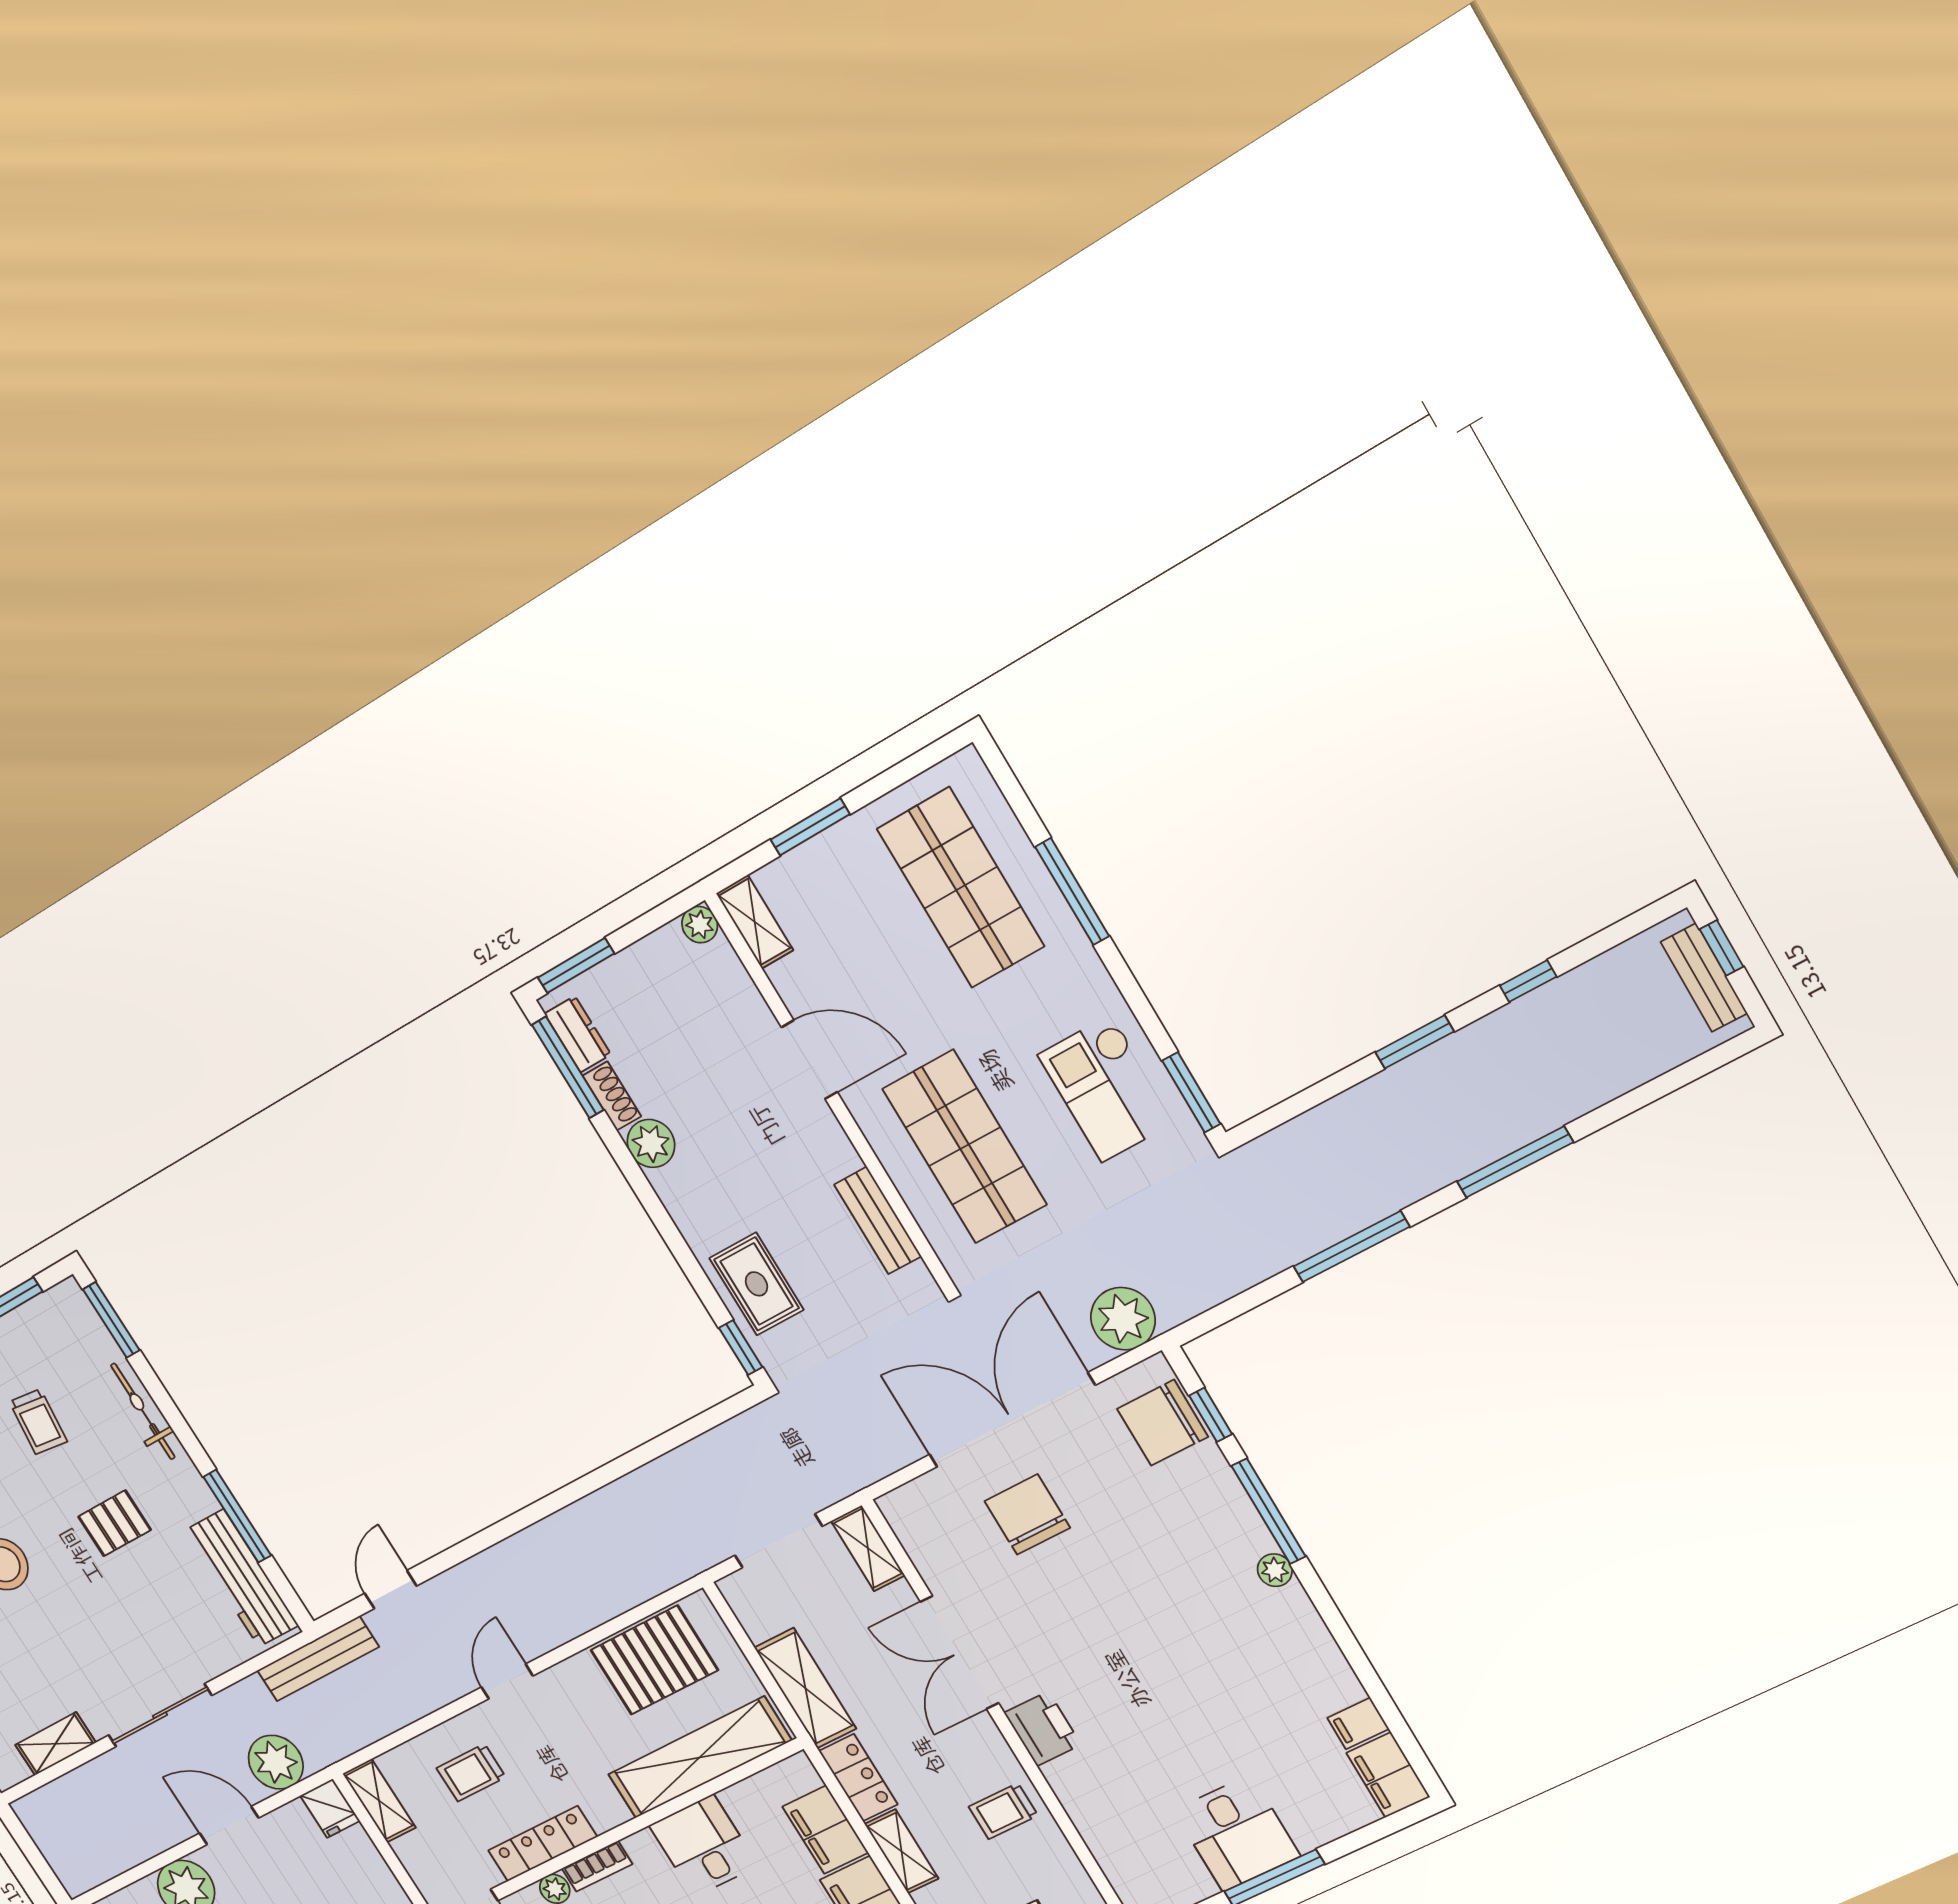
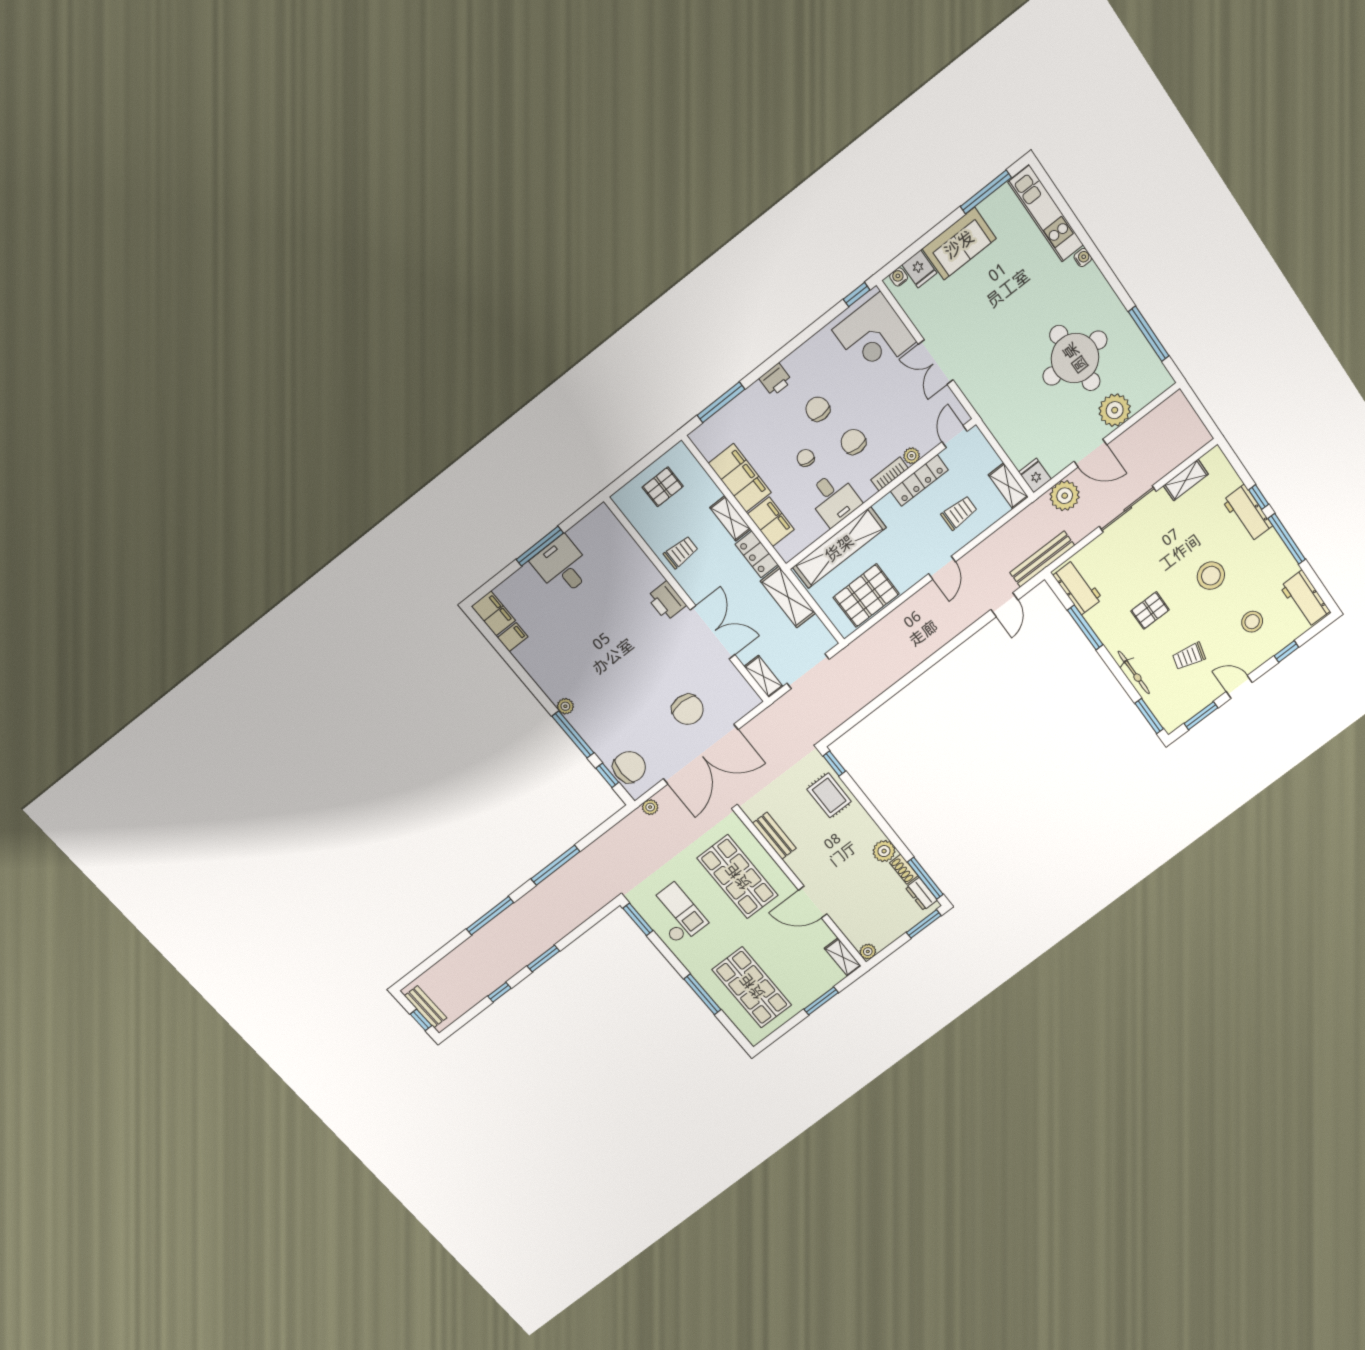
plant: (1123, 1319) -> (650, 807), width x0.53, depth x0.53
trolley: (38, 1422) -> (1189, 656), turned -83
workbench: (241, 1578) -> (1078, 587), width x0.73

